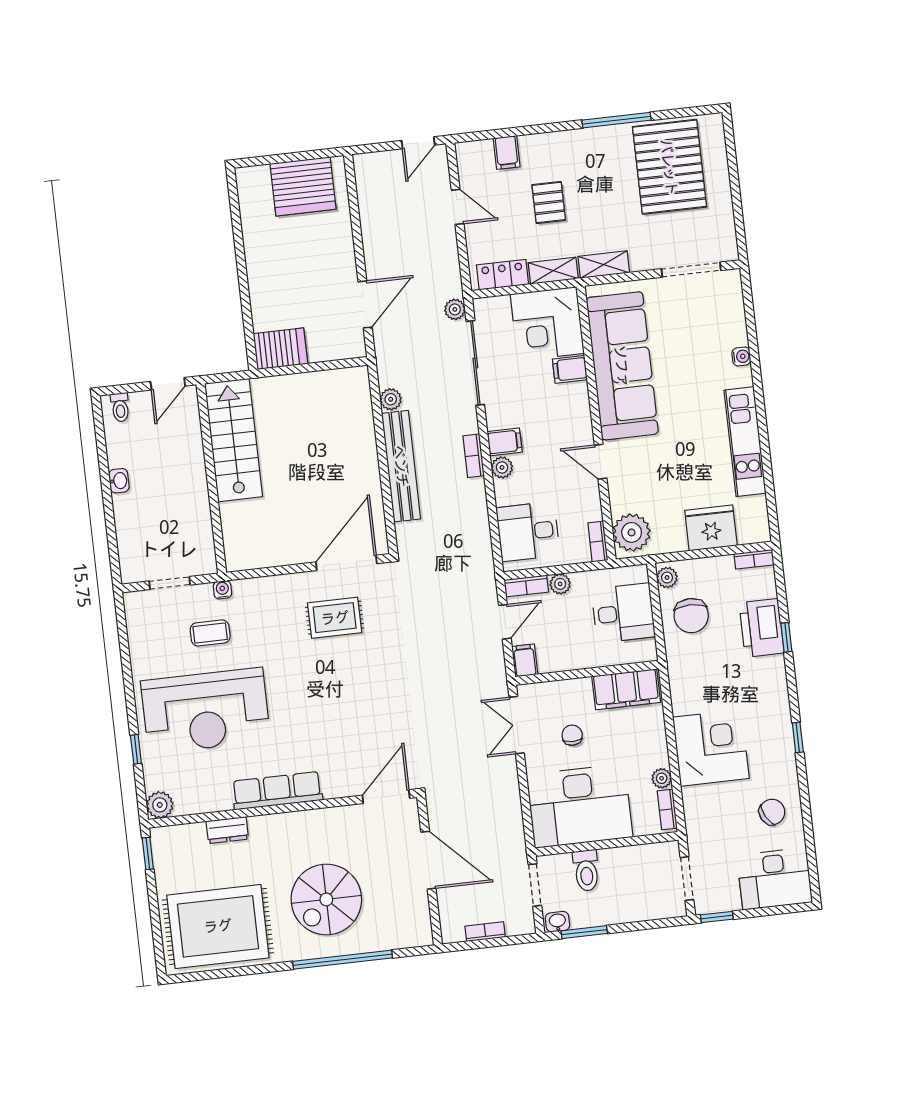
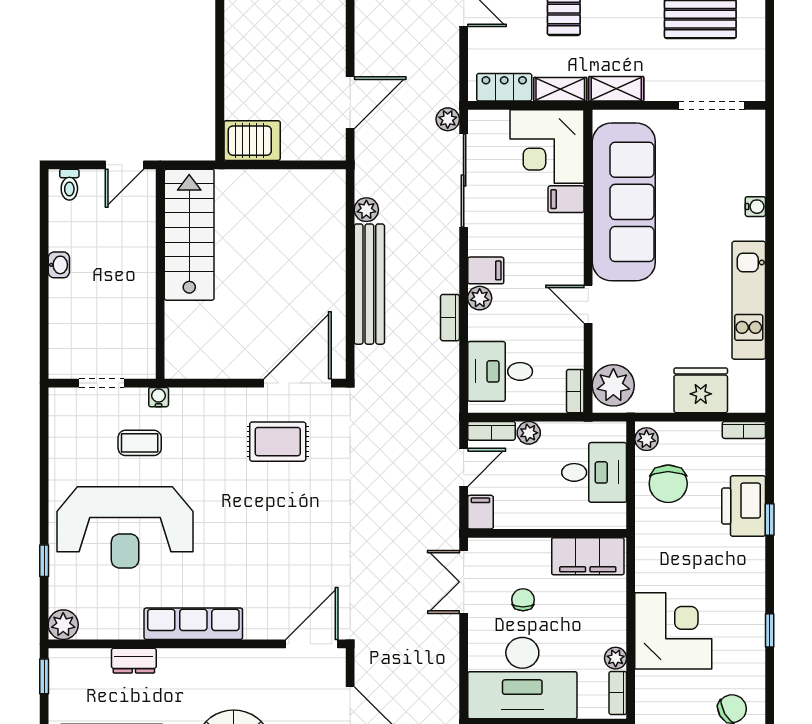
bookcase: (474, 456) -> (450, 318), moved

